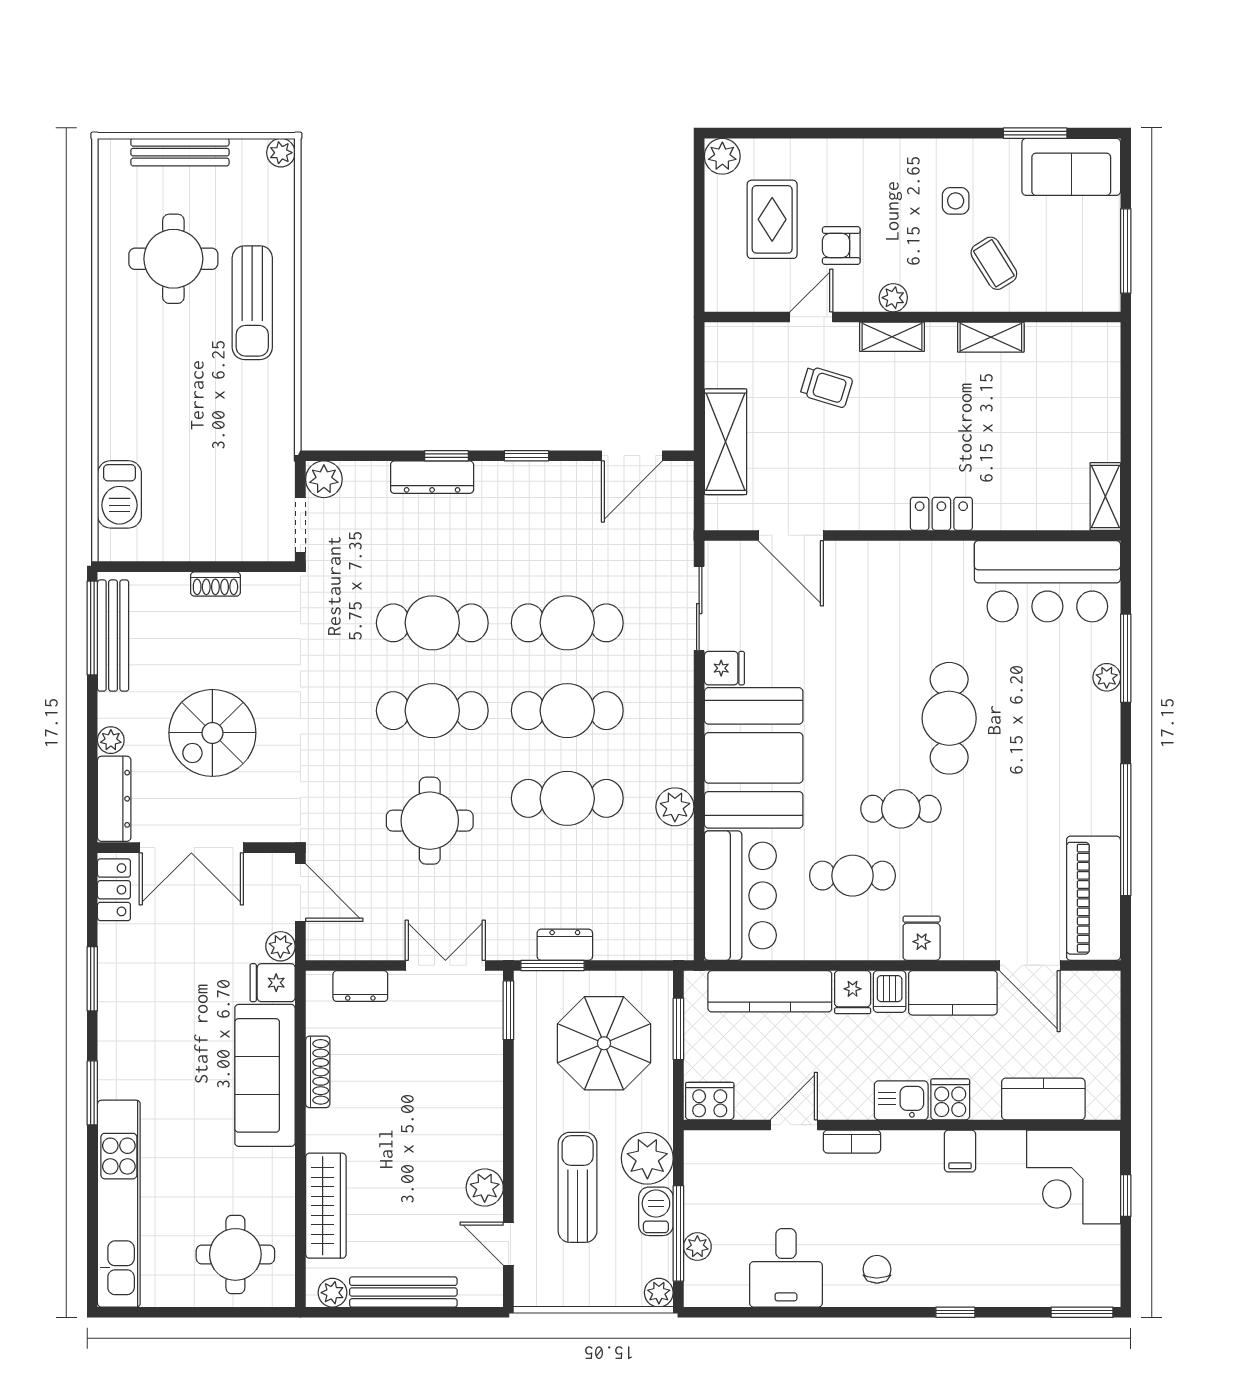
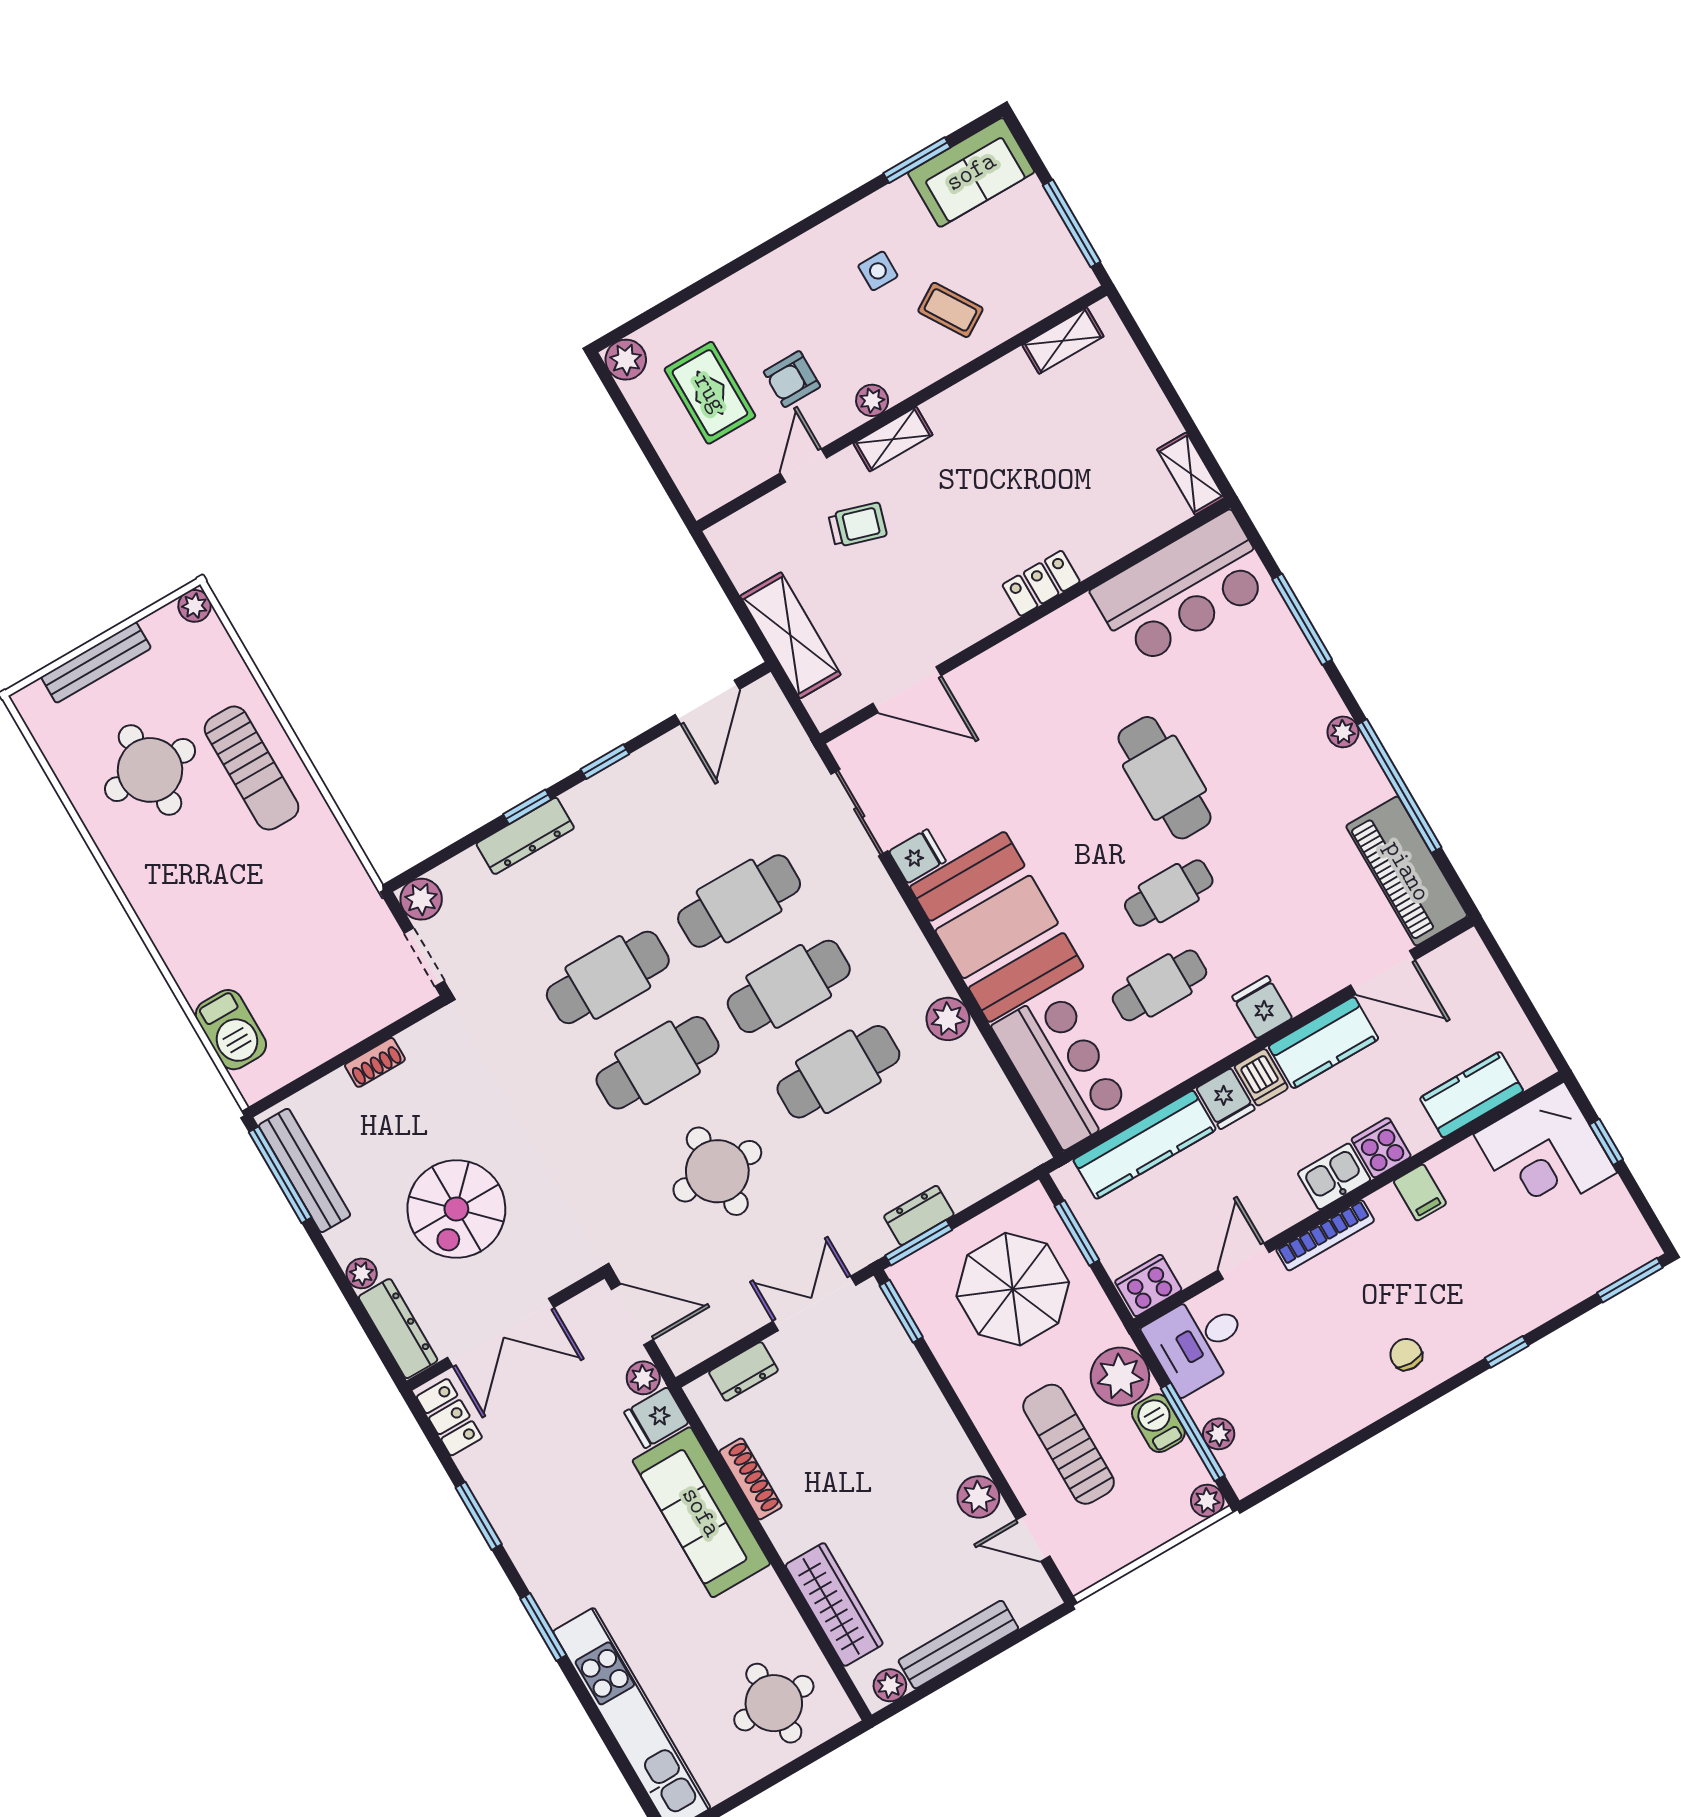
shelving: (991, 337) -> (1063, 341), moved
plant: (1107, 677) -> (1343, 732), moved
bookcase: (852, 1142) -> (1325, 1235), width x1.56
desk: (786, 1268) -> (1198, 1342), moved, turned 90

